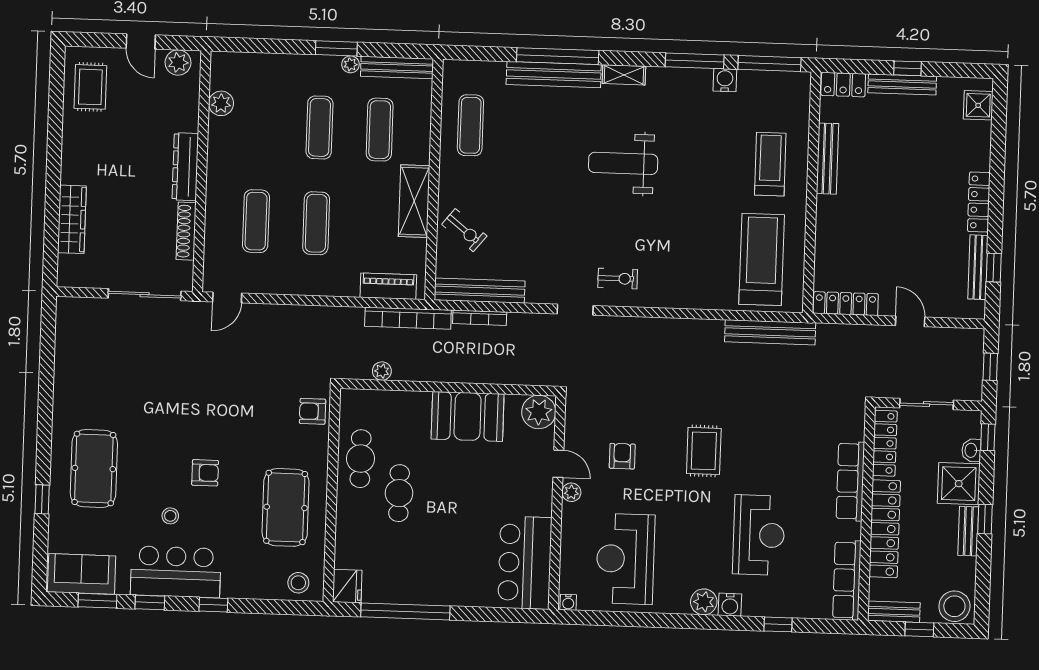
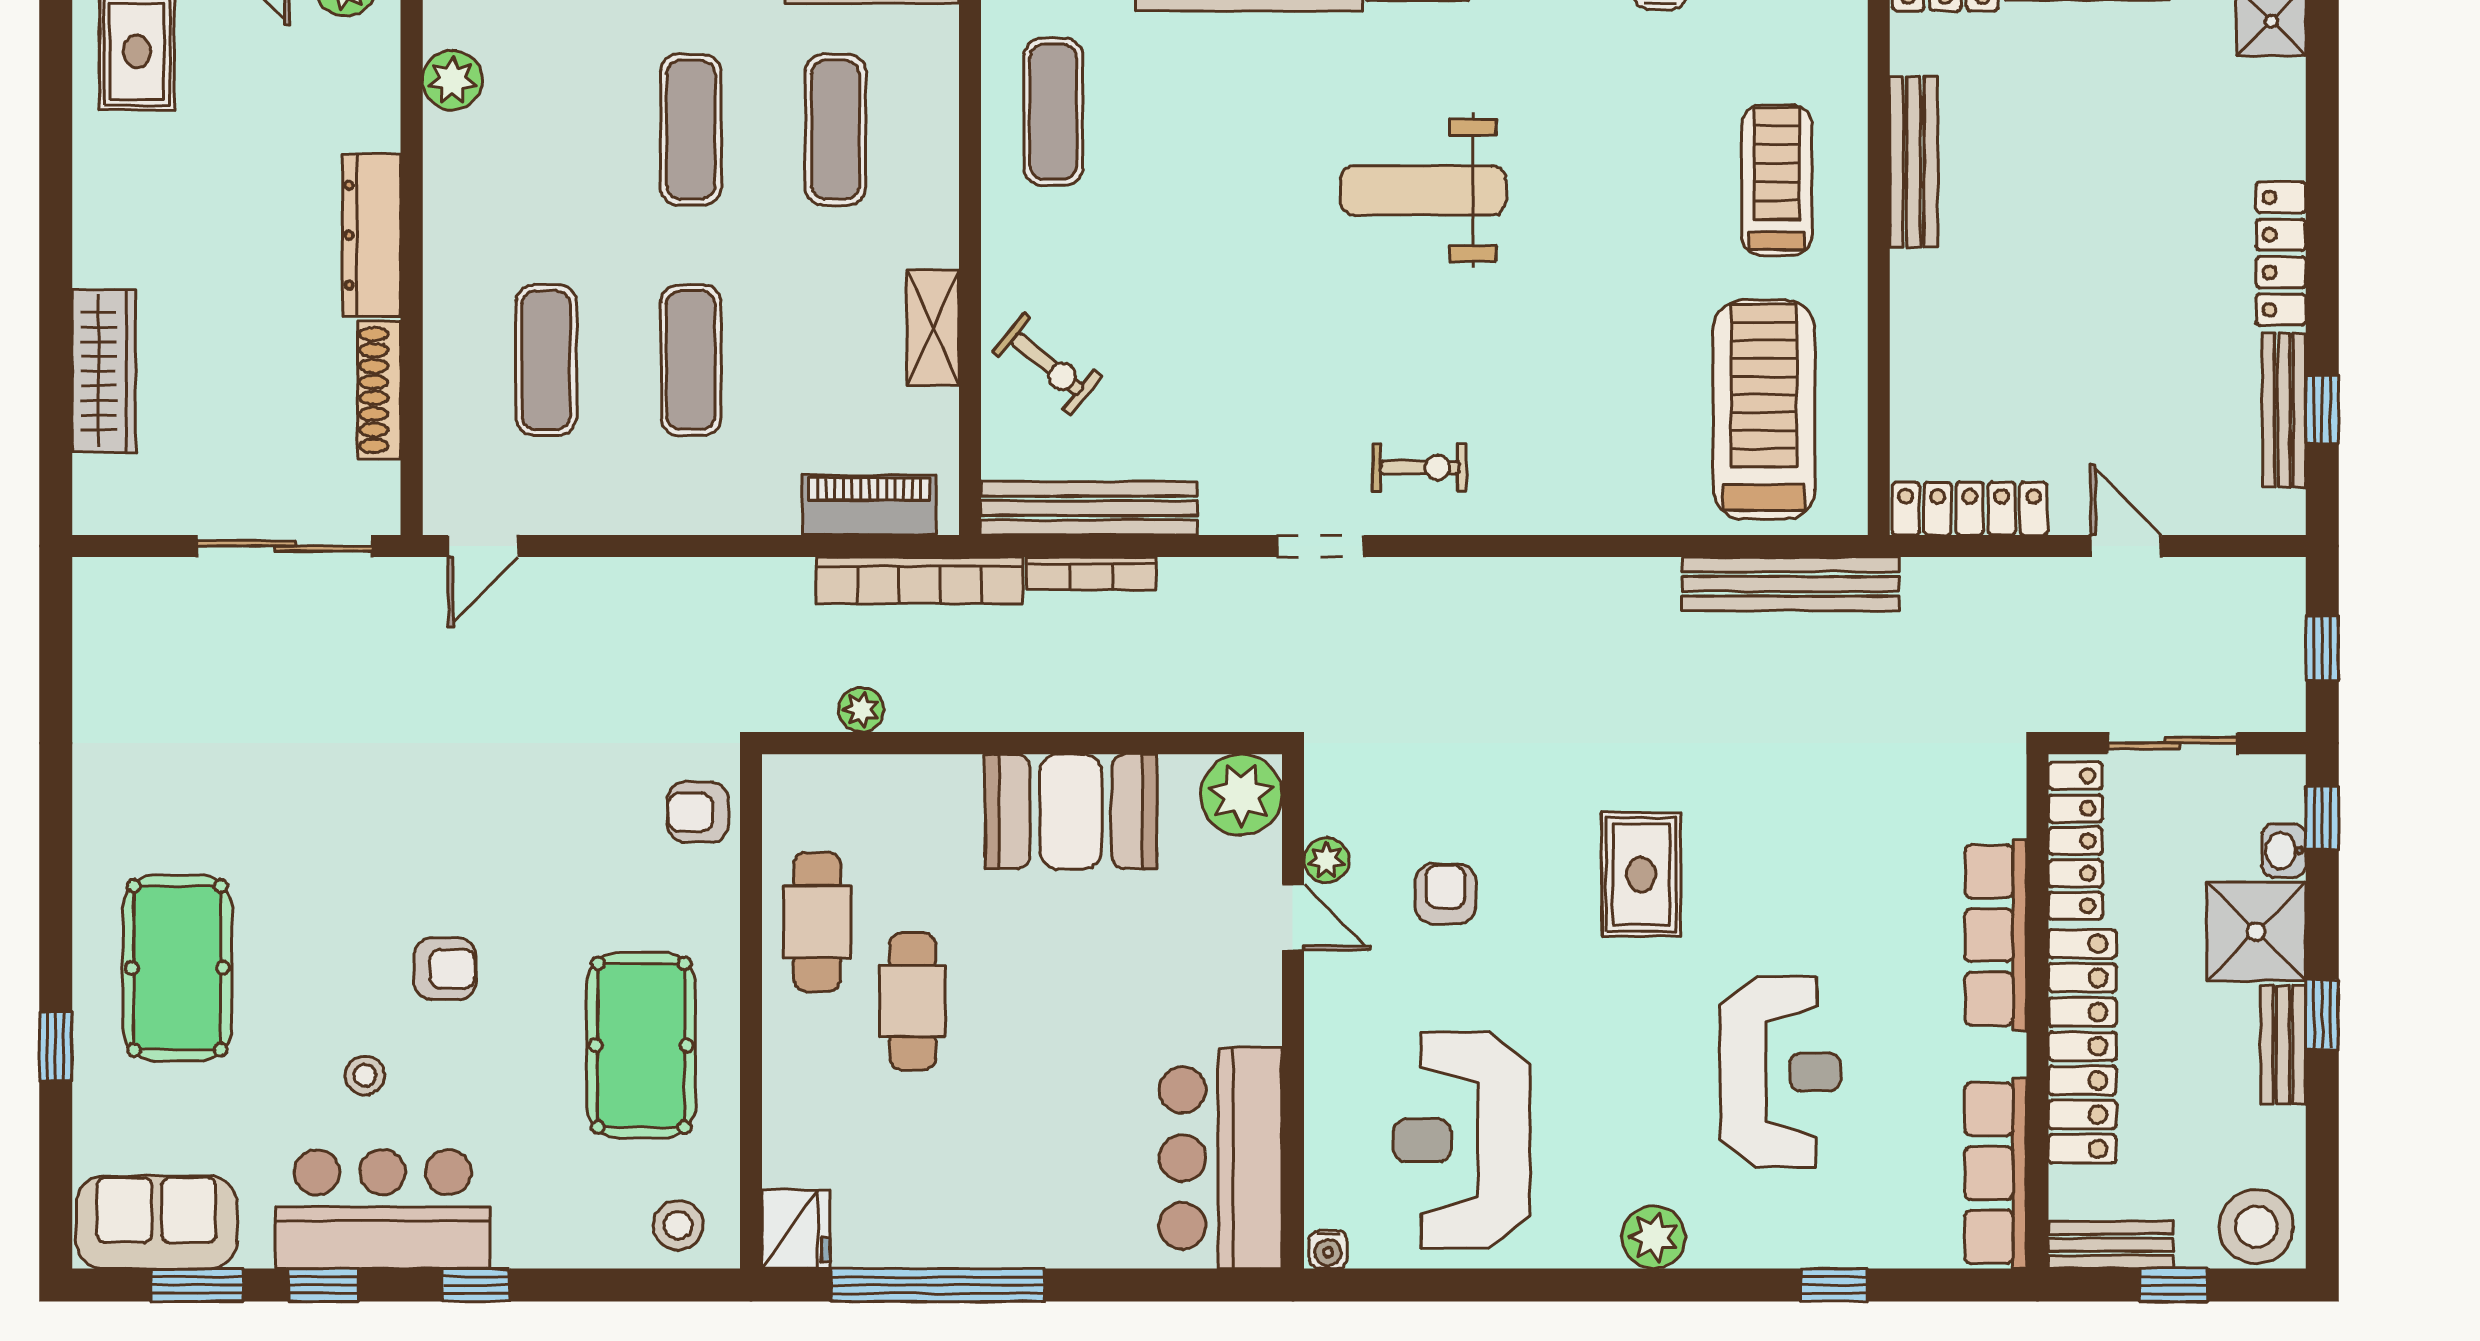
shelving: (414, 201) -> (933, 328), width x0.67, depth x0.75
plant: (571, 492) -> (1326, 860), moved
water cooler: (730, 605) -> (1717, 1242), removed

